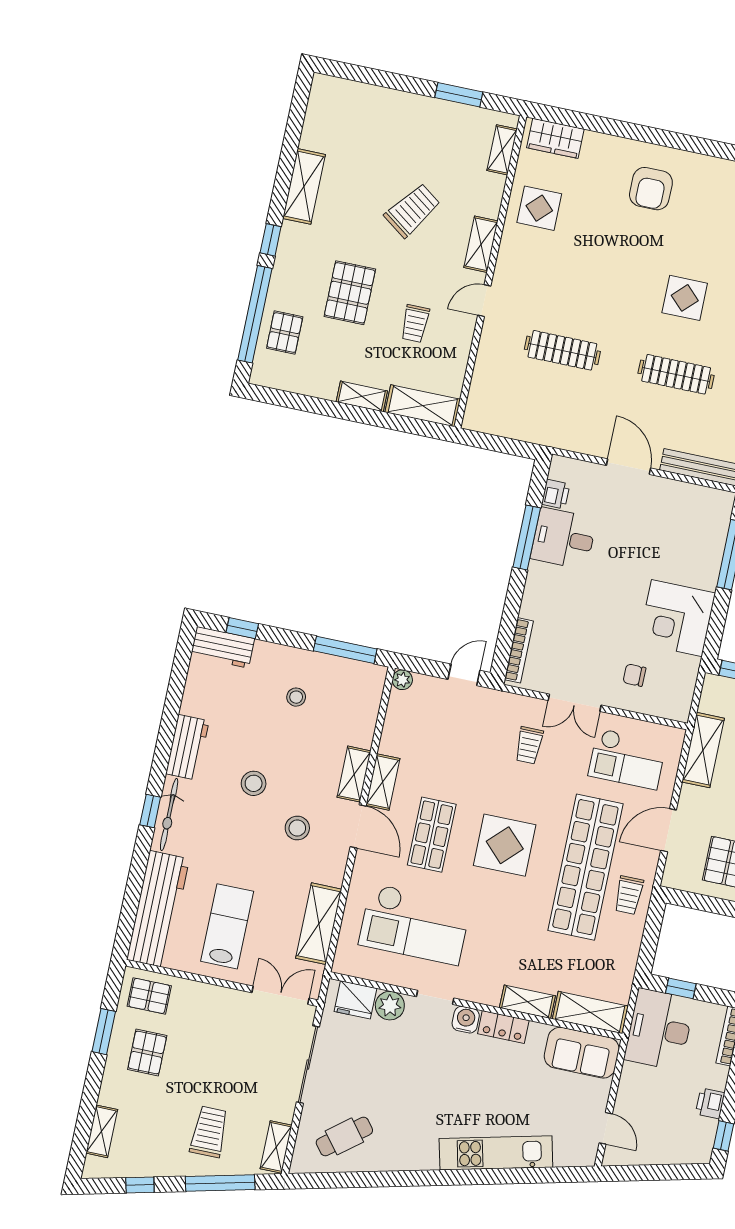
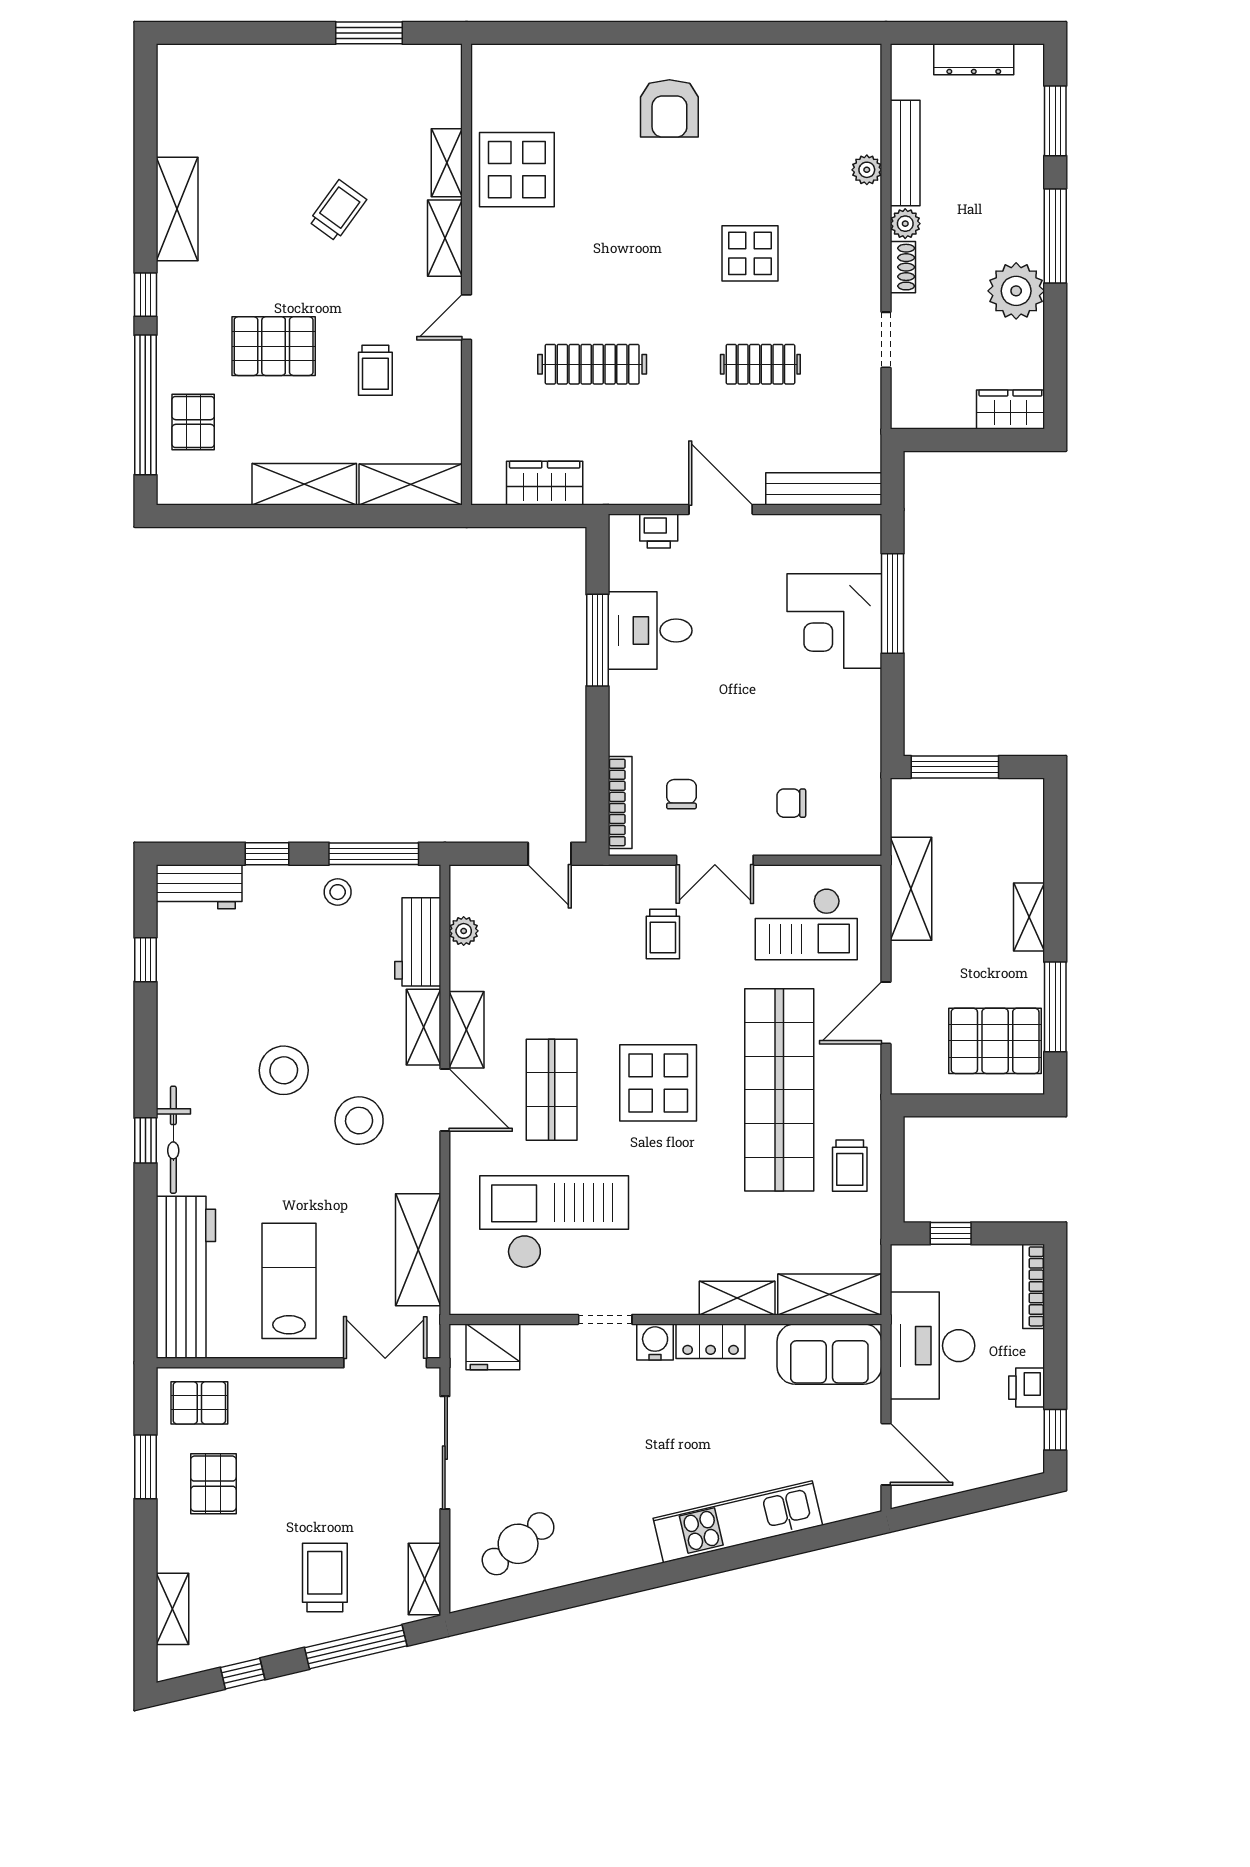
wardrobe: (555, 138) -> (545, 483), moved, turned 180
shelving: (502, 150) -> (447, 163), moved
display table: (539, 208) -> (517, 170), width x1.36, depth x1.36
trolley: (412, 210) -> (338, 210), width x0.73, depth x0.72
pallet: (350, 293) -> (274, 346), turned 90
clothes rail: (676, 374) -> (760, 364), width x0.73
shelving: (362, 396) -> (304, 484), width x1.50, depth x1.33
printer: (556, 494) -> (659, 531), moved, turned 90
corner desk: (677, 618) -> (834, 621), moved
window: (242, 628) -> (267, 854), moved
chair: (561, 653) -> (681, 794), added
door: (464, 675) -> (550, 854), swing flipped
plant: (402, 680) -> (464, 931), moved
window: (176, 689) -> (145, 960), added
stool: (296, 697) -> (338, 892), moved
workbench: (187, 747) -> (418, 942), moved, turned 180
stool: (254, 783) -> (284, 1070), width x1.38, depth x1.38
stool: (297, 828) -> (359, 1121), width x1.38, depth x1.38
trolley: (629, 895) -> (850, 1166), moved
checkout: (415, 924) -> (554, 1222), turned 180
plant: (390, 1006) -> (543, 1345), removed
desk: (659, 1029) -> (932, 1346), moved
door: (606, 1128) -> (886, 1454), width x1.38

